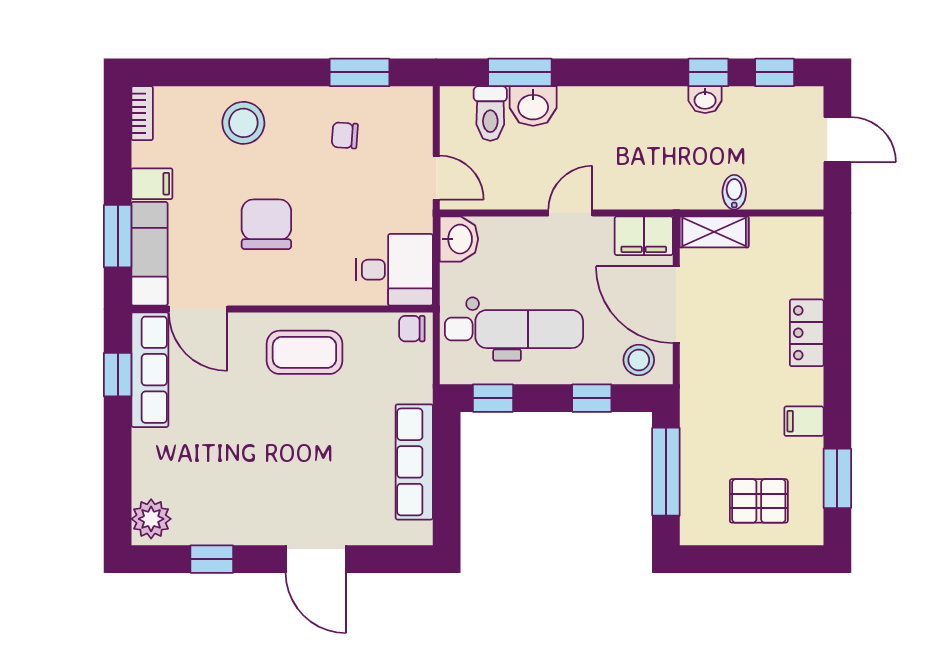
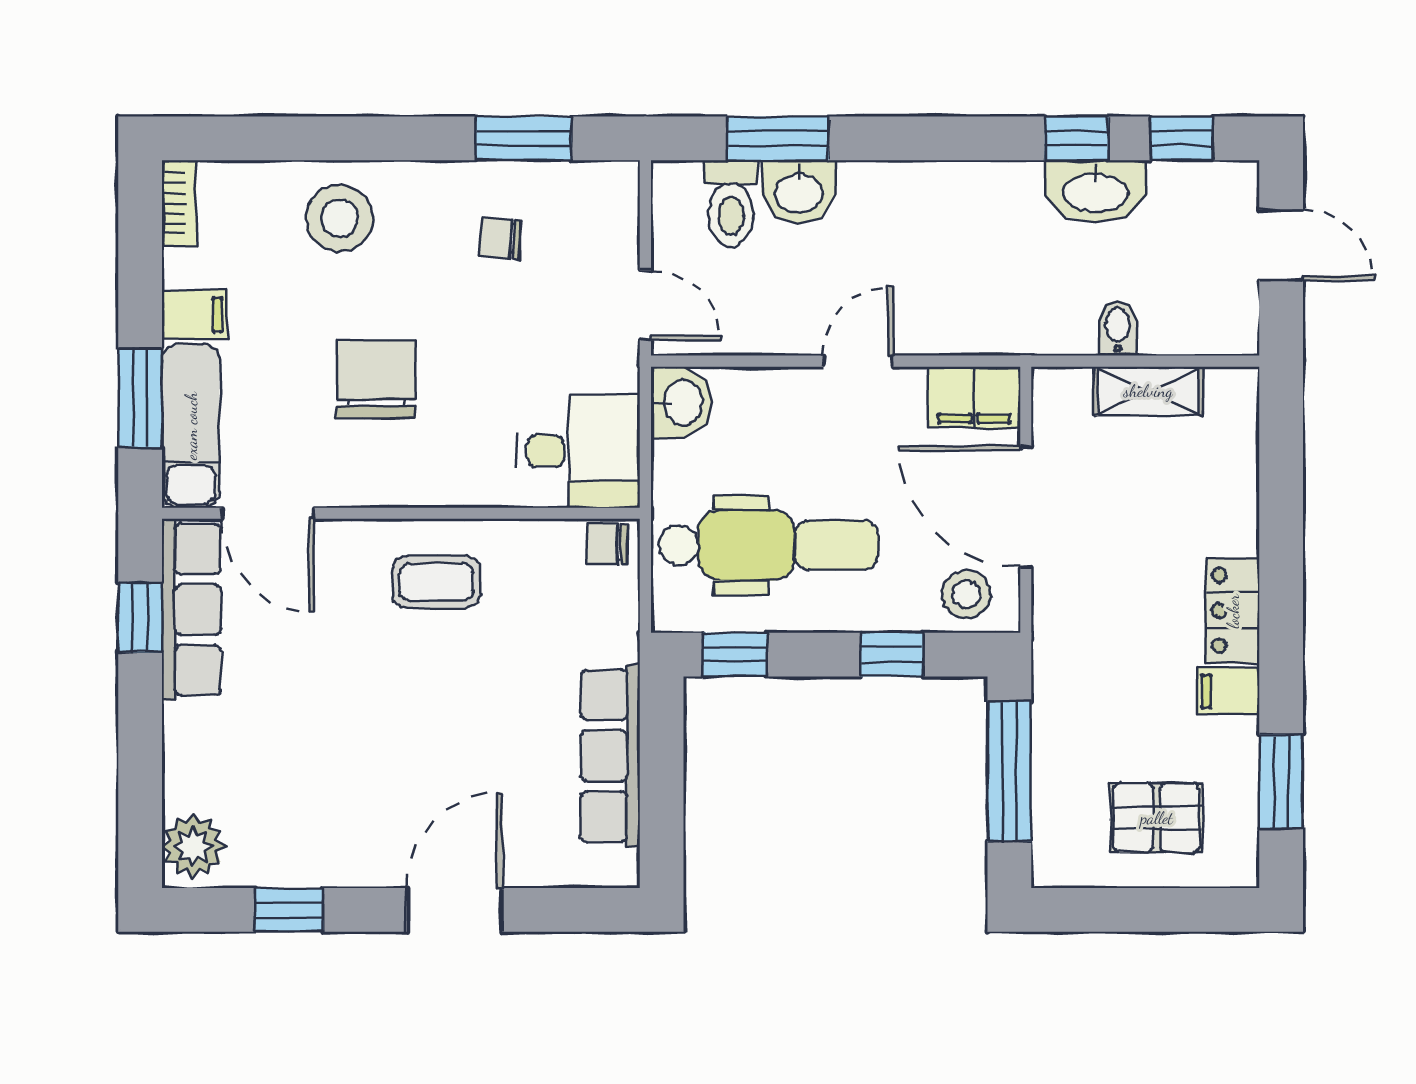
washbasin: (705, 100) -> (1096, 191), width x1.91, depth x1.45
shelving: (714, 232) -> (1148, 391), moved
locker: (807, 333) -> (1233, 611), moved
coffee table: (304, 352) -> (436, 582), width x0.73, depth x0.77
door: (316, 559) -> (455, 910), swing flipped

